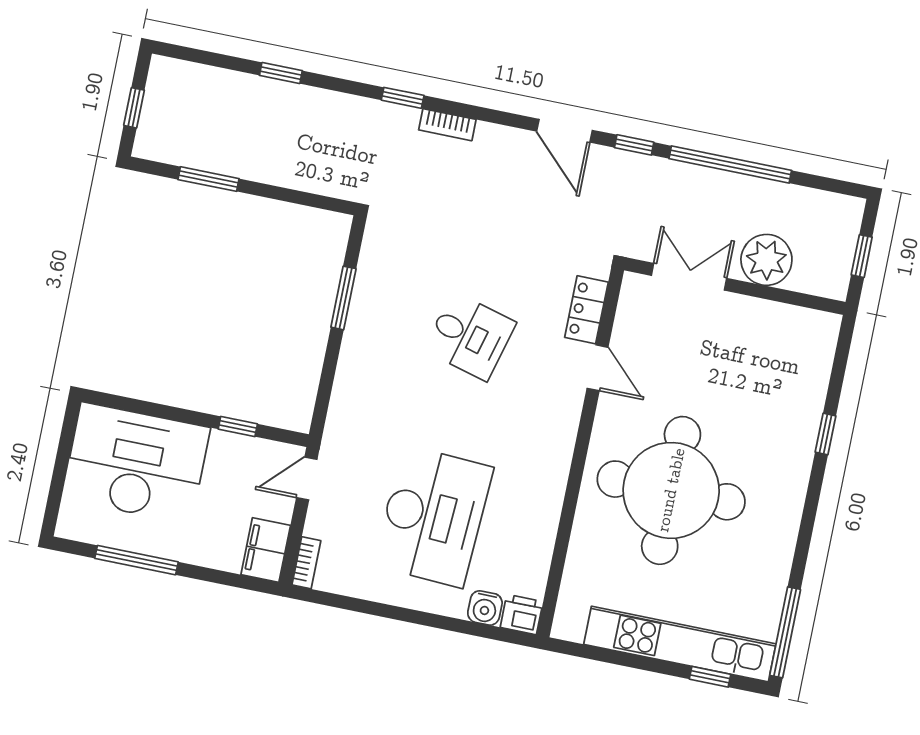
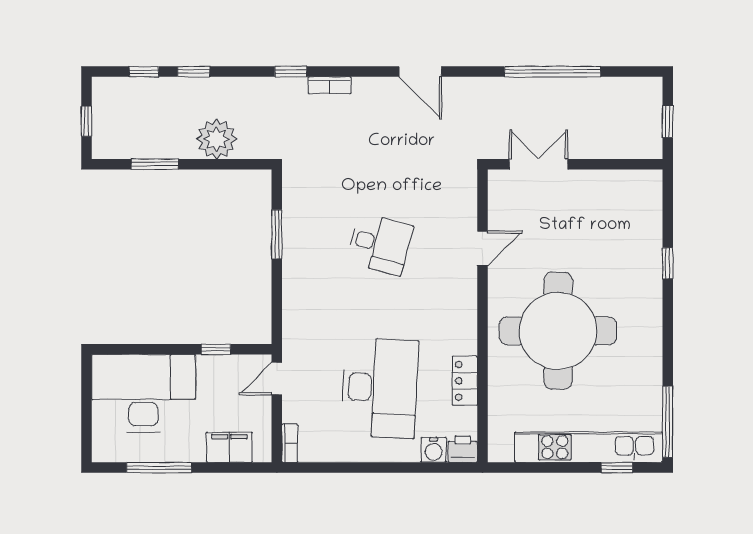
window: (634, 145) -> (144, 72), moved
plant: (766, 260) -> (216, 139), moved
locker: (586, 310) -> (465, 381), moved
door: (598, 368) -> (482, 248), hinge flipped
filing cabinet: (266, 550) -> (229, 447), moved, turned 90

